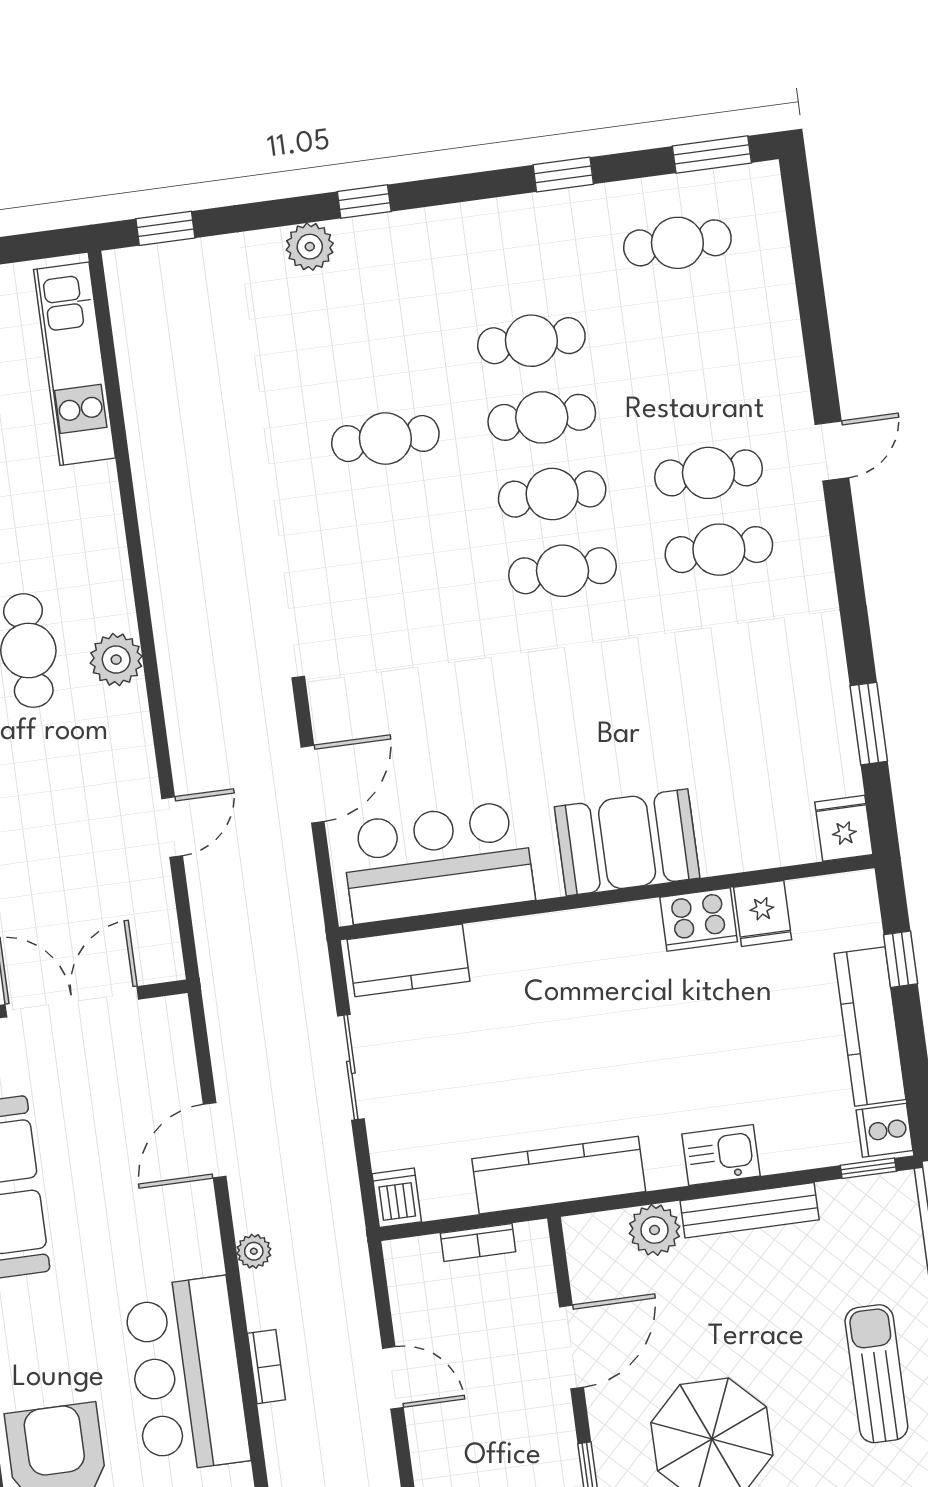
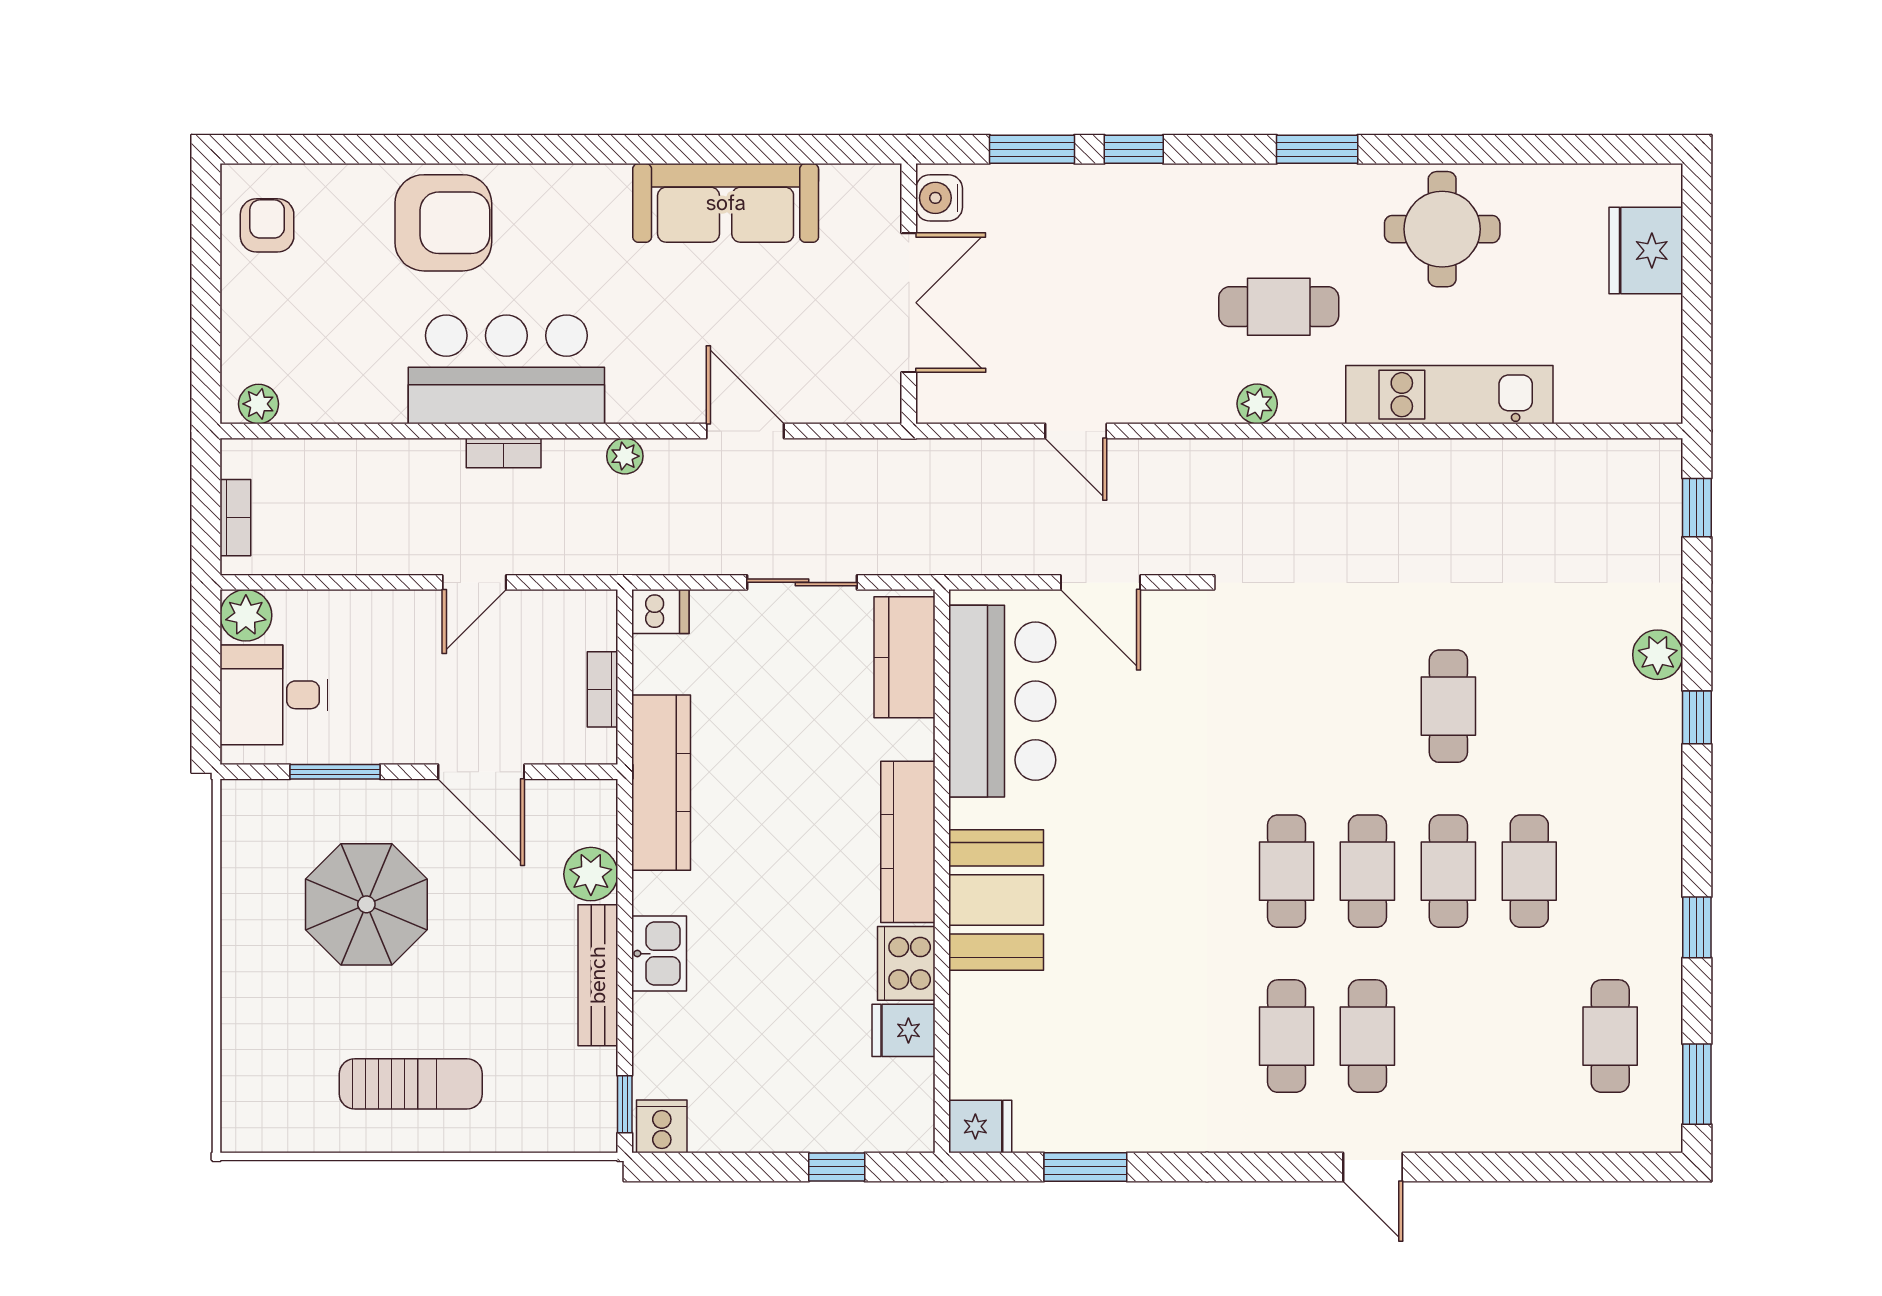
kitchen unit: (75, 364) -> (1449, 395), moved
plant: (116, 660) -> (1257, 404), width x0.73, depth x0.73
kitchen counter: (870, 1027) -> (908, 842), moved, turned -90

